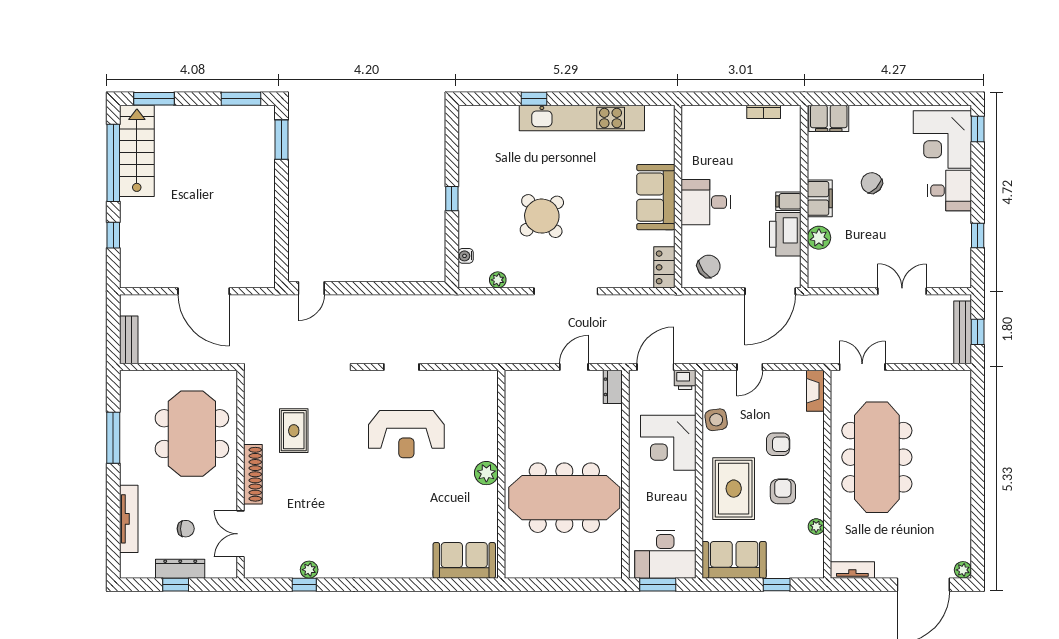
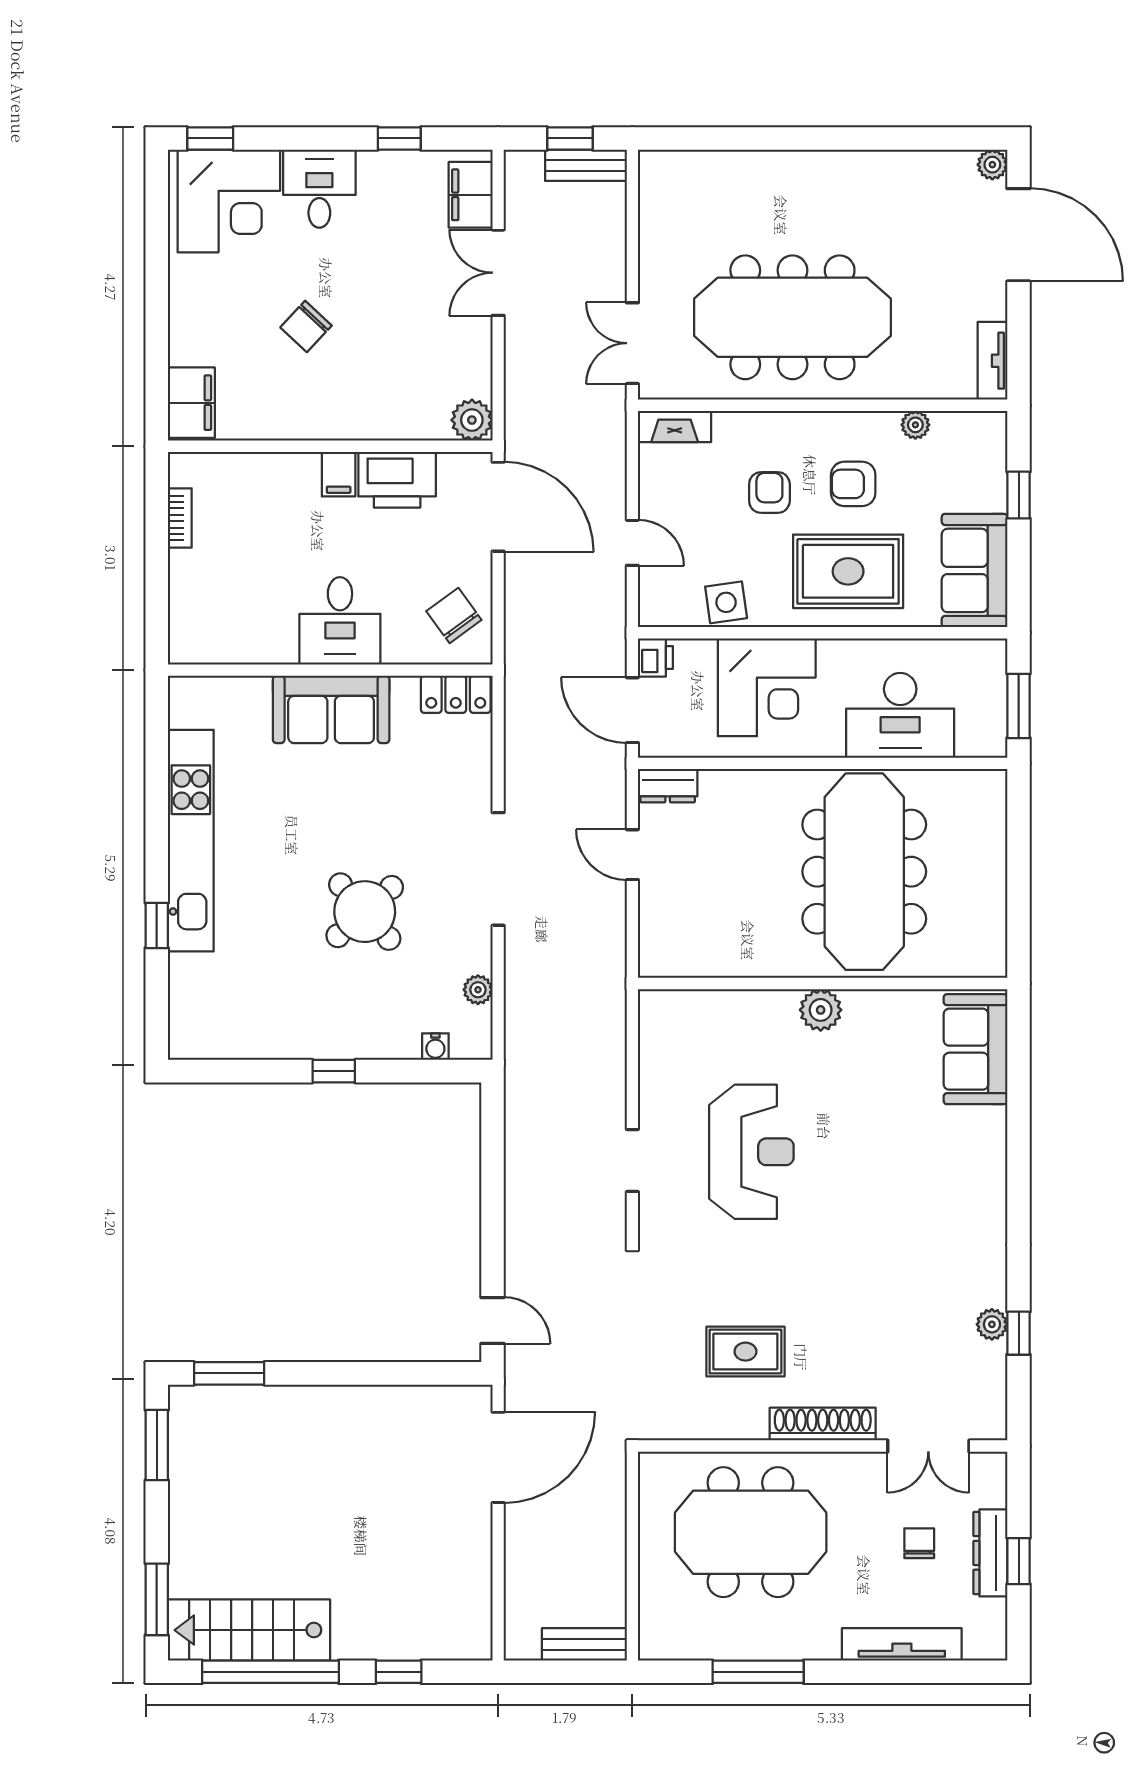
filing cabinet: (820, 198) -> (471, 195), moved, turned -90
plant: (819, 238) -> (472, 420), moved
door: (204, 291) -> (498, 1457), moved
bench: (963, 332) -> (586, 165), width x0.73
desk: (665, 554) -> (900, 715), moved, turned 90

